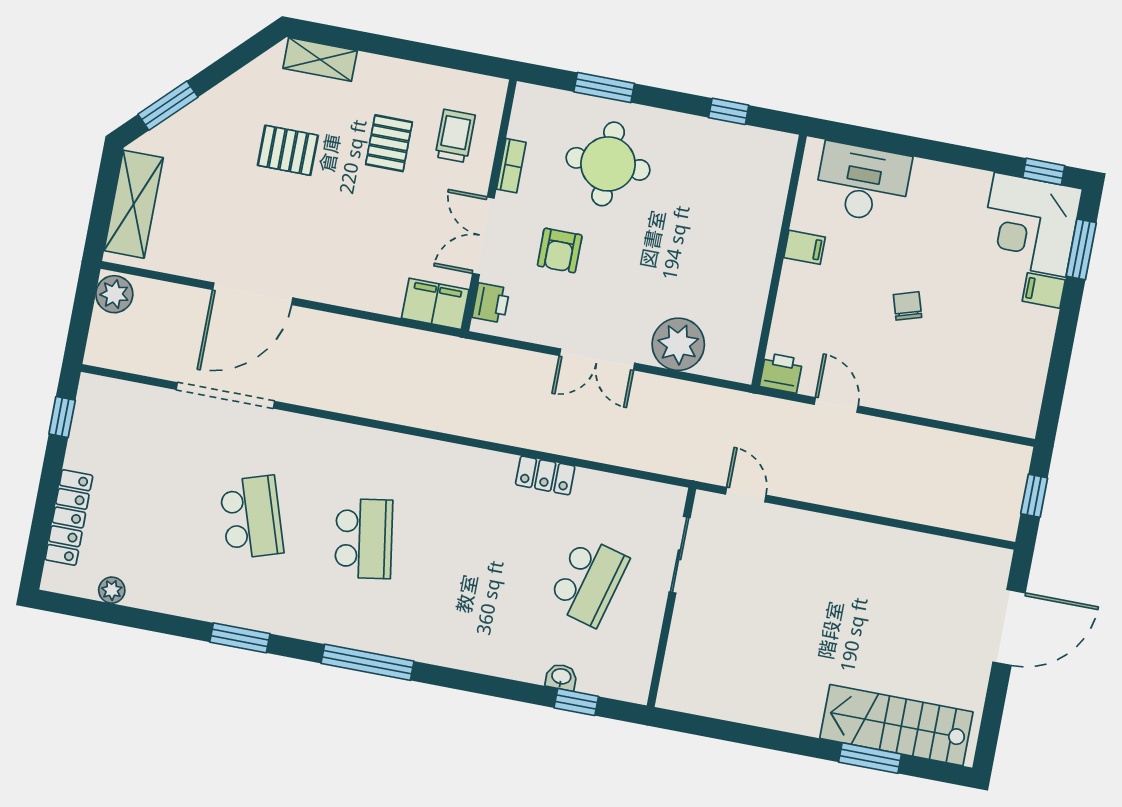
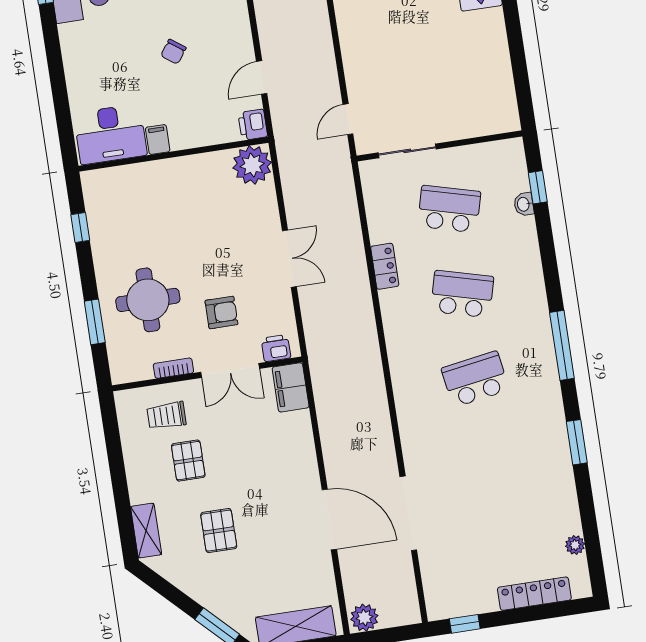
pallet: (389, 143) -> (188, 461), turned 90
desk: (863, 183) -> (110, 134), moved, turned -90
chair: (908, 306) -> (173, 52), turned -37
plant: (678, 344) -> (252, 165), moved
school desk: (252, 517) -> (462, 294), moved, turned 33

